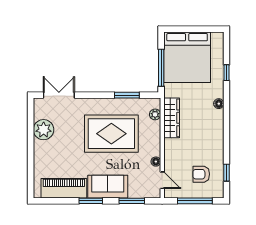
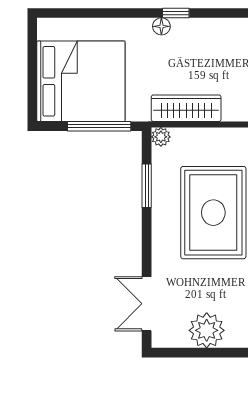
window: (226, 73) -> (176, 13), moved
plant: (155, 114) -> (161, 137), moved

